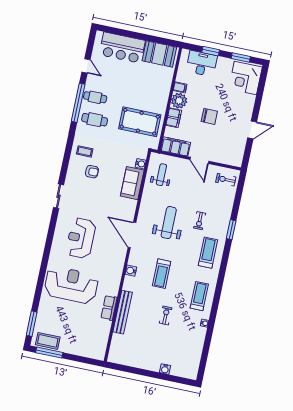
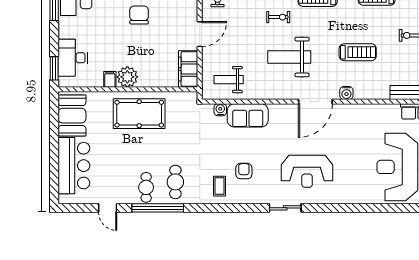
window: (211, 51) -> (54, 68), moved
door: (86, 66) -> (108, 208), swing flipped
chair: (209, 116) -> (139, 15), moved
filing cabinet: (174, 118) -> (151, 79), removed
pool table: (140, 122) -> (139, 114), moved, turned 90
reception desk: (81, 238) -> (307, 171), moved
water cooler: (131, 271) -> (346, 93), moved

